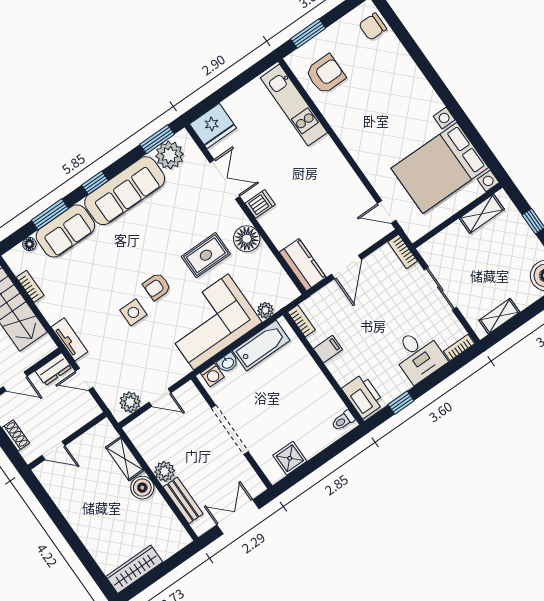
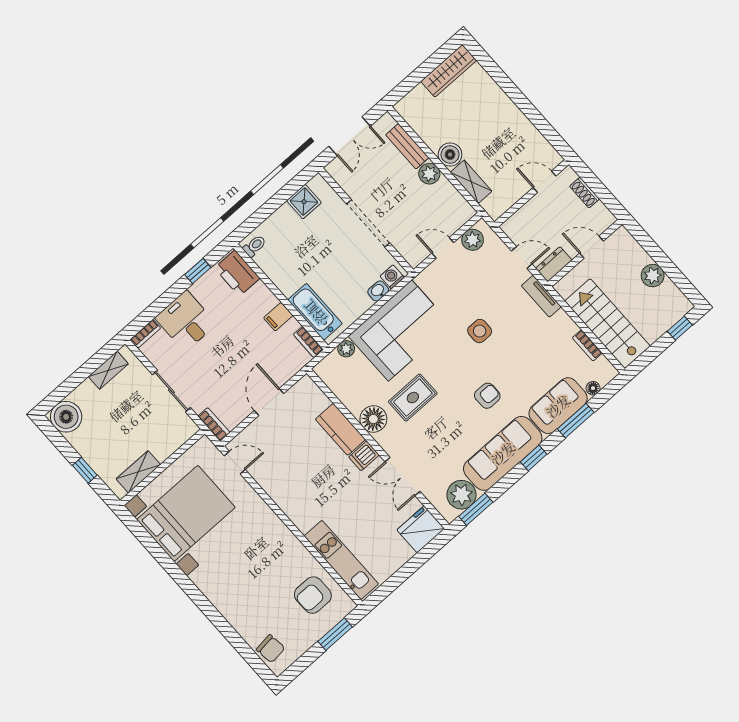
chair: (373, 27) -> (271, 649), turned 83
kitchen counter: (303, 265) -> (340, 429), moved
armchair: (157, 287) -> (487, 396), moved
bathtub: (261, 346) -> (315, 312), moved, turned 90

